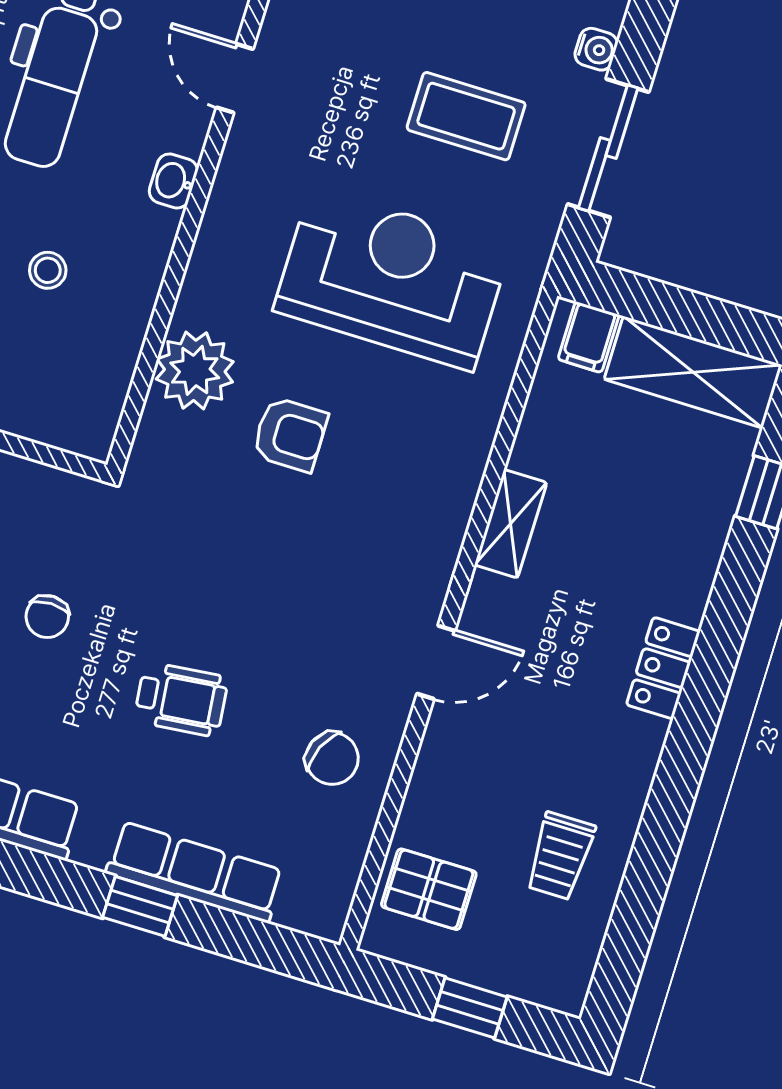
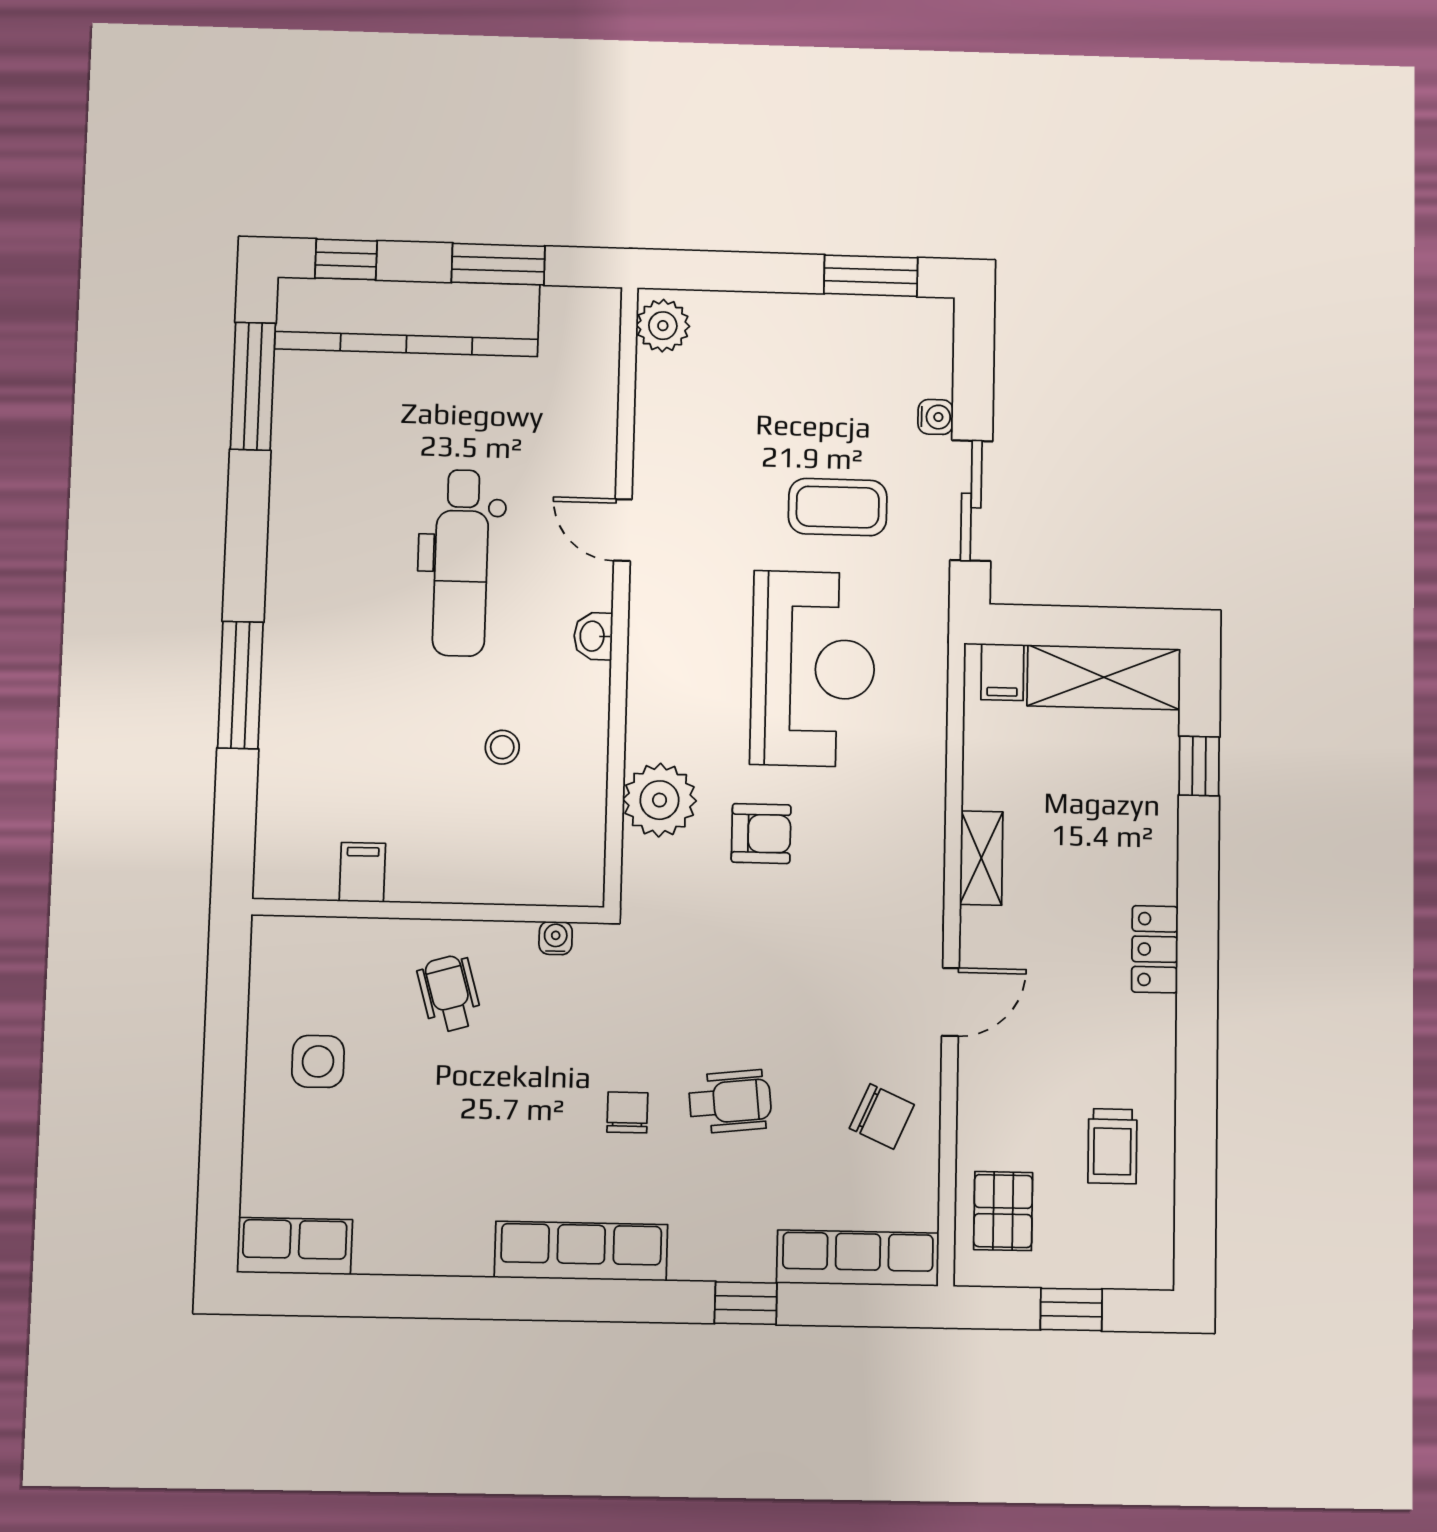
reception desk: (392, 278) -> (813, 669), turned 90
water cooler: (49, 482) -> (556, 938), added
chair: (47, 617) -> (627, 1112), moved, turned 180
row of seats: (195, 872) -> (858, 1258), moved
pallet: (429, 889) -> (1003, 1211), turned 90

